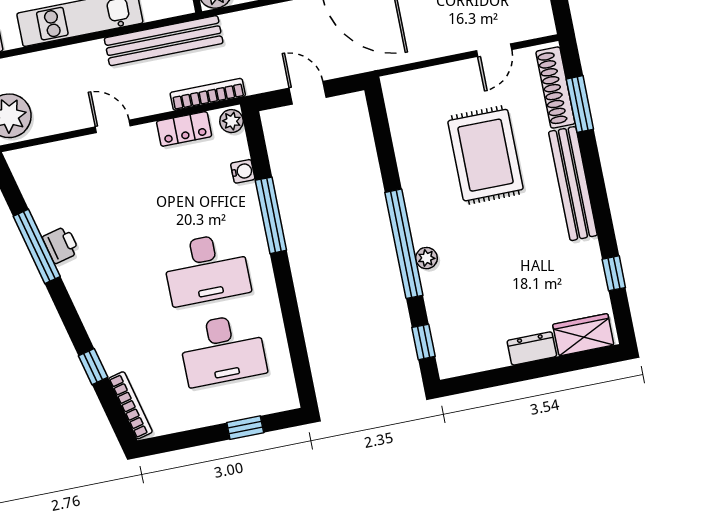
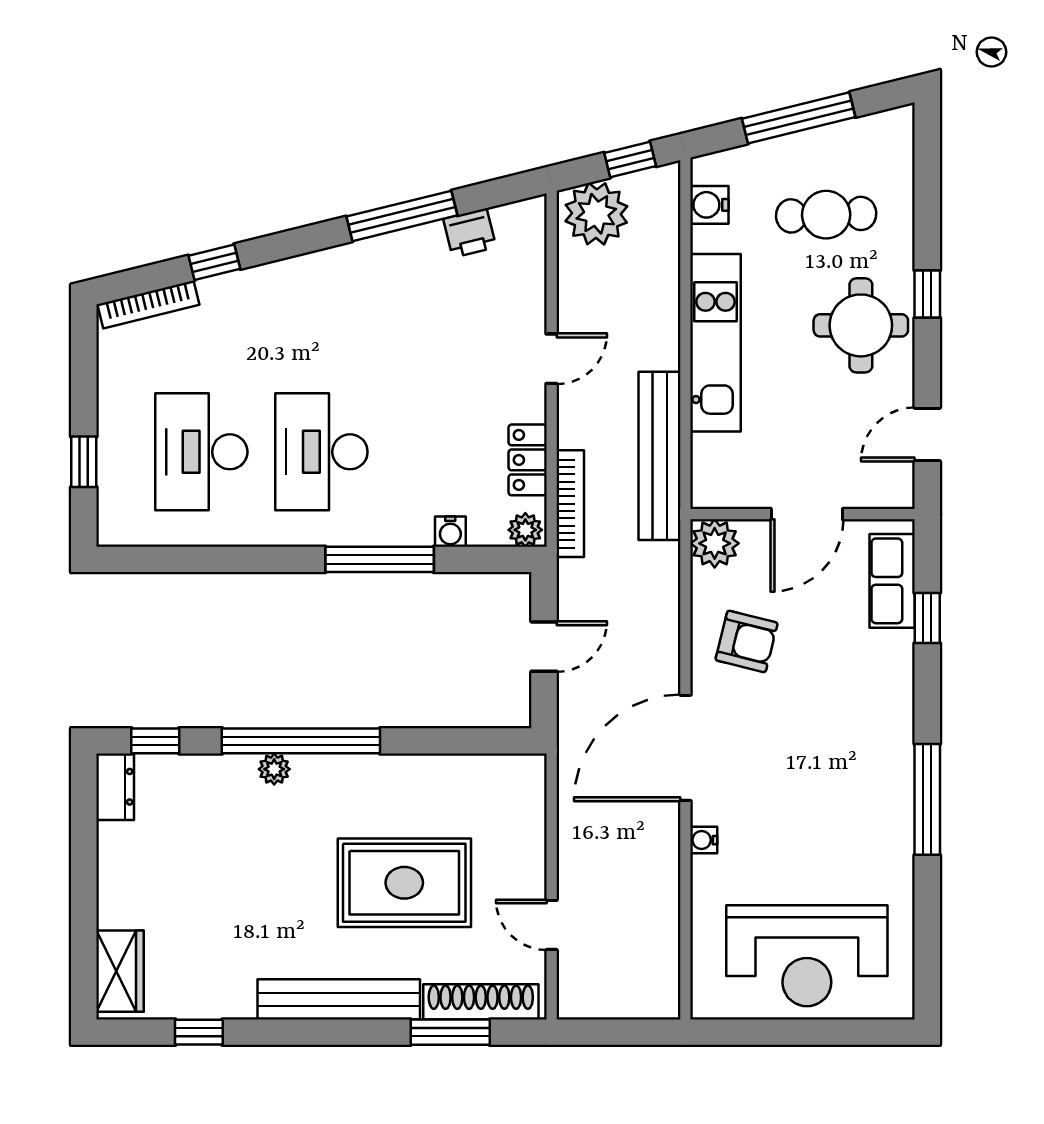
printer: (61, 245) -> (470, 233), moved
dresser: (532, 348) -> (115, 787), moved

